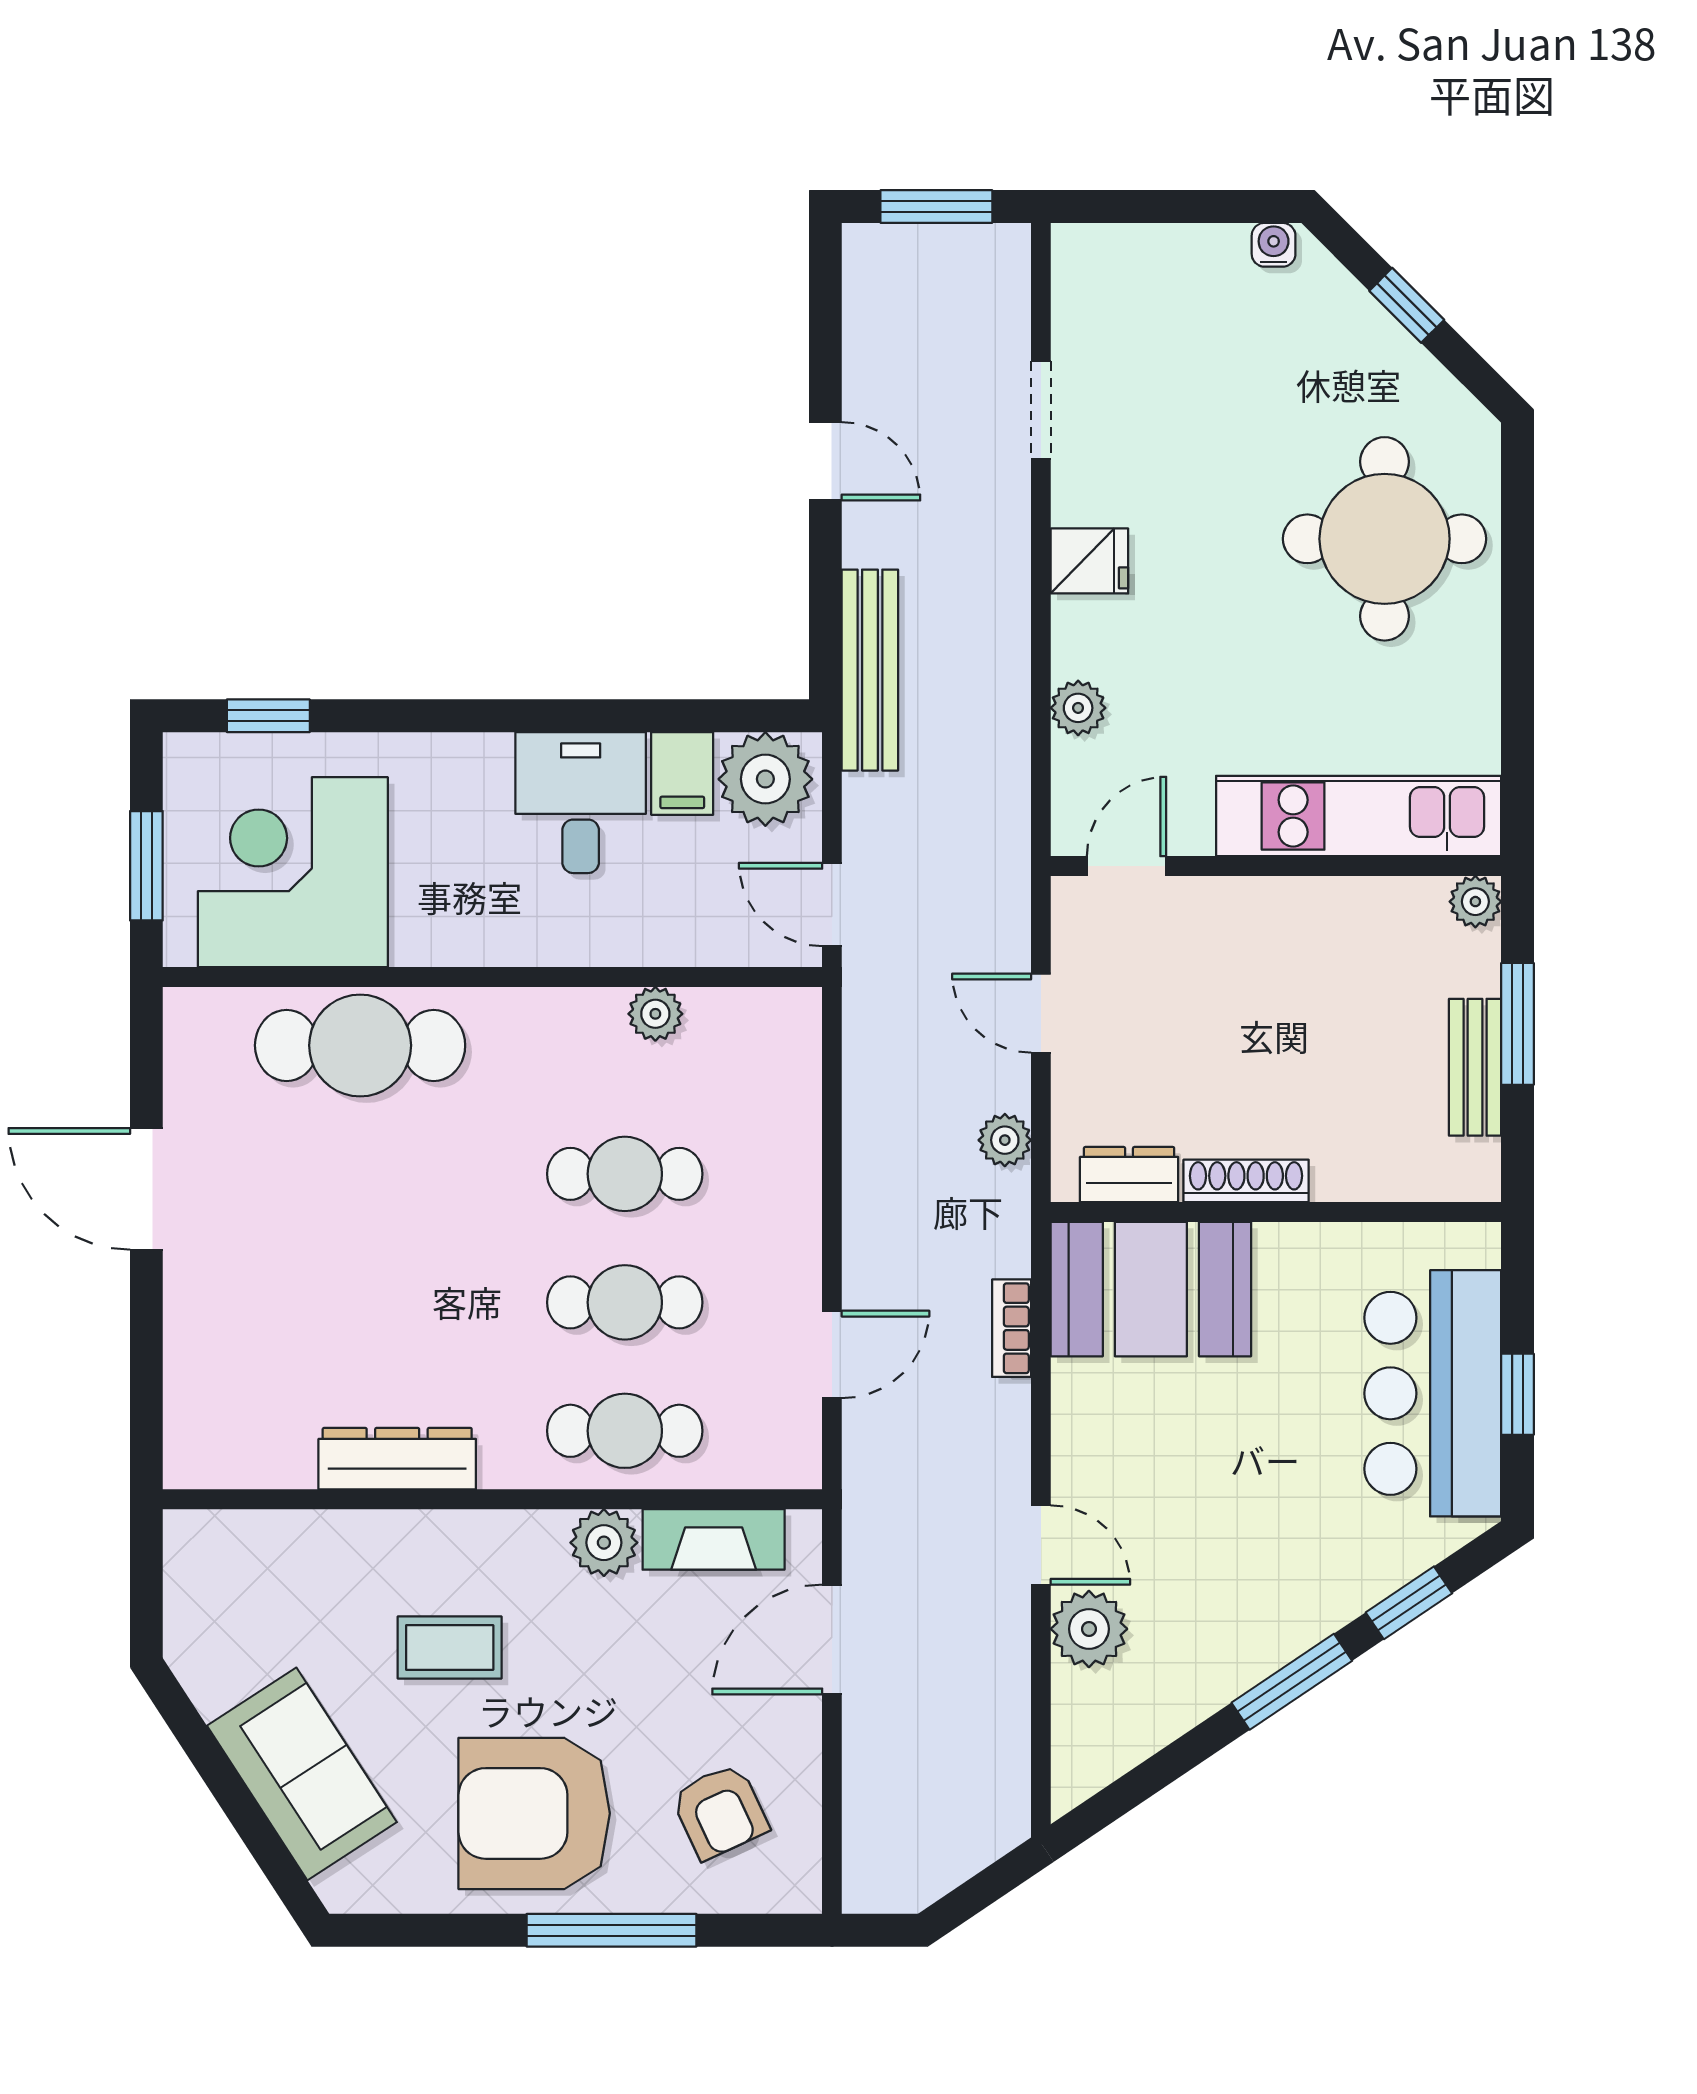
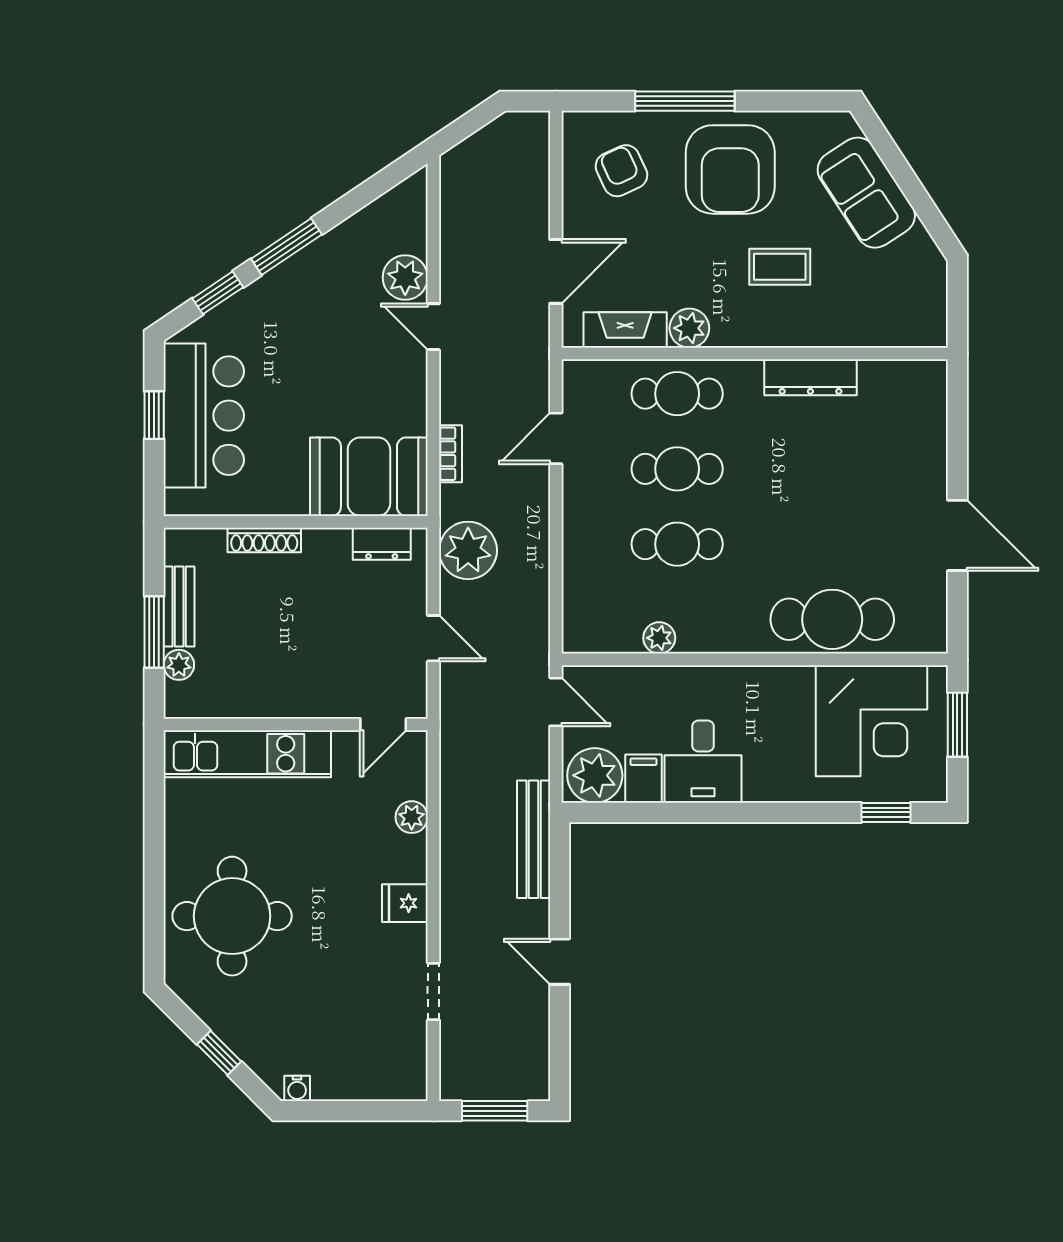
plant: (1475, 902) -> (179, 665), moved
plant: (1005, 1140) -> (468, 550), width x1.88, depth x1.88
shoe rack: (1246, 1181) -> (264, 540), moved
armchair: (534, 1813) -> (730, 169), turned 90

